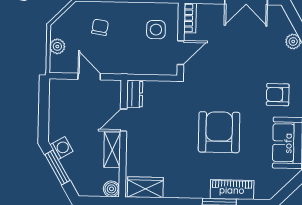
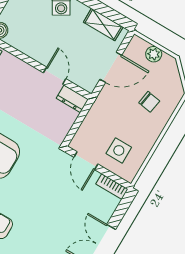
door: (89, 76) -> (111, 67), width x1.38
shelving: (112, 150) -> (103, 25), moved

